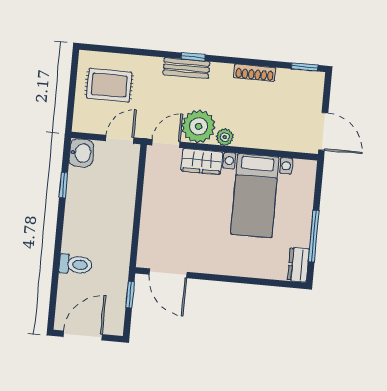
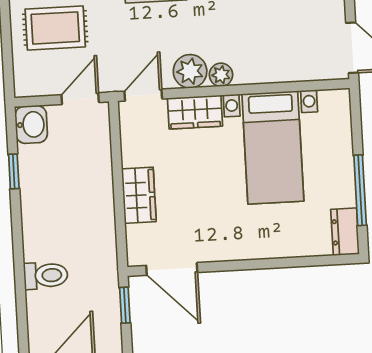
plant: (199, 126) -> (190, 71), width x0.73, depth x0.73
wardrobe: (152, 216) -> (139, 195), added

